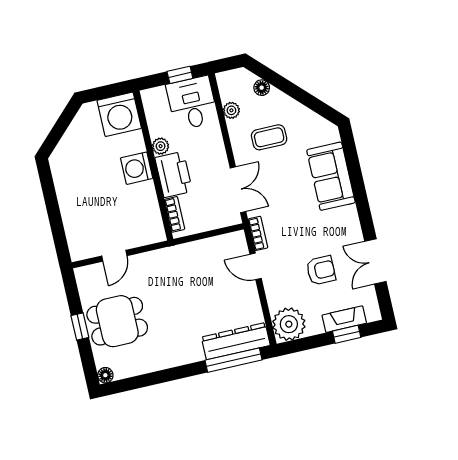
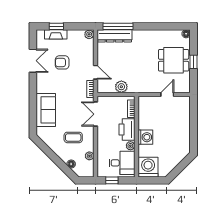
desk: (192, 103) -> (122, 163), moved, turned -90
plant: (202, 251) -> (121, 87), added
plant: (289, 324) -> (89, 34), width x0.53, depth x0.53

